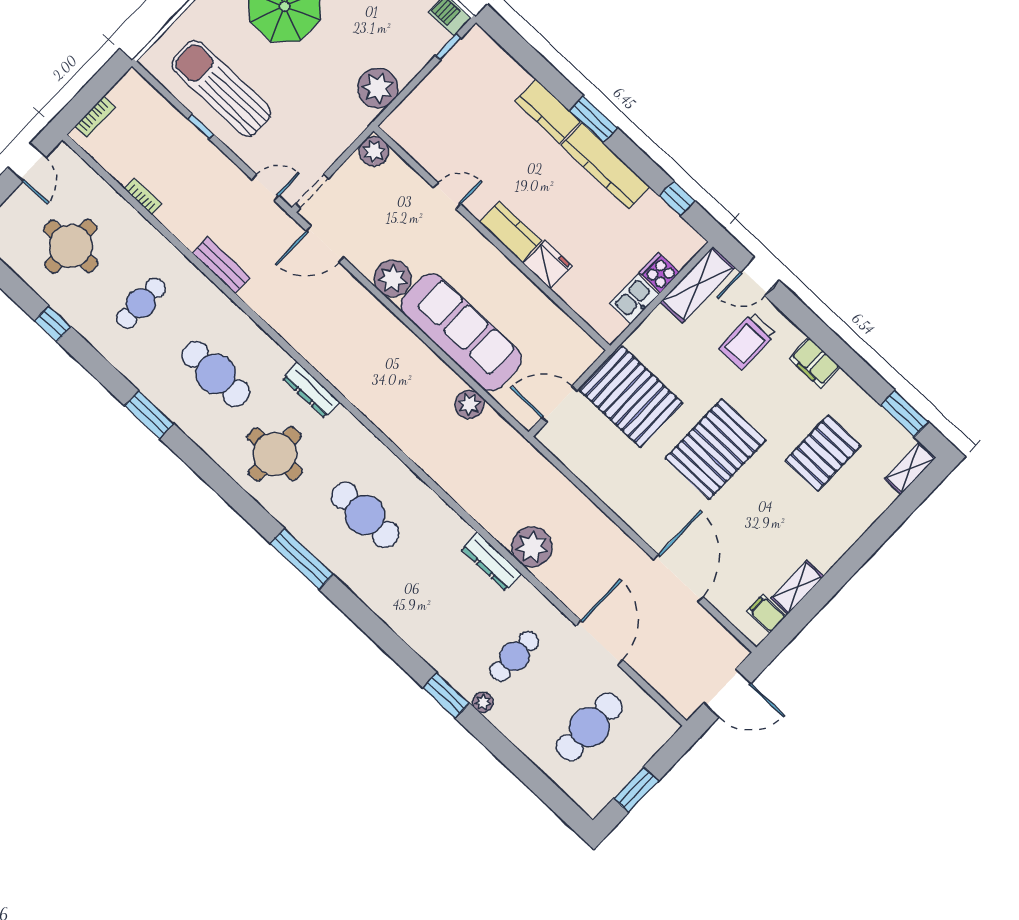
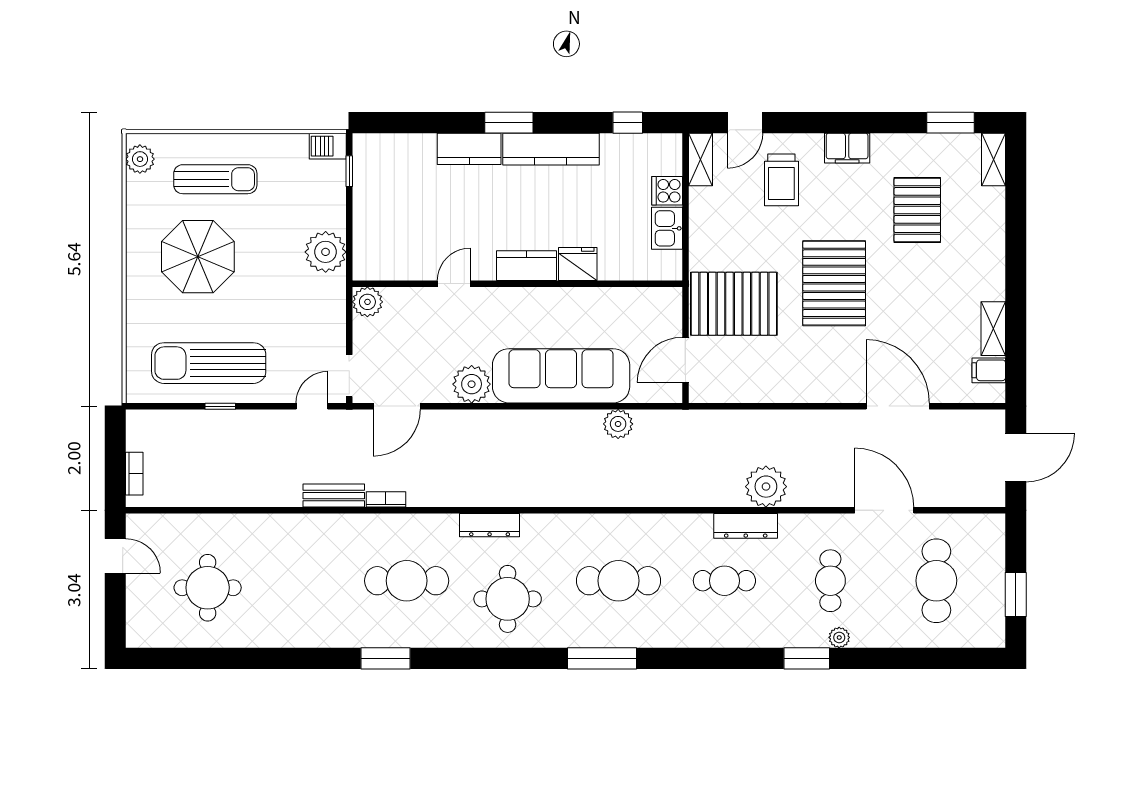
bookcase: (143, 196) -> (386, 499), moved
shelving: (698, 285) -> (700, 159), width x0.67, depth x0.75
cafe table: (141, 303) -> (724, 581), moved, turned 90
window: (53, 324) -> (249, 658), removed

